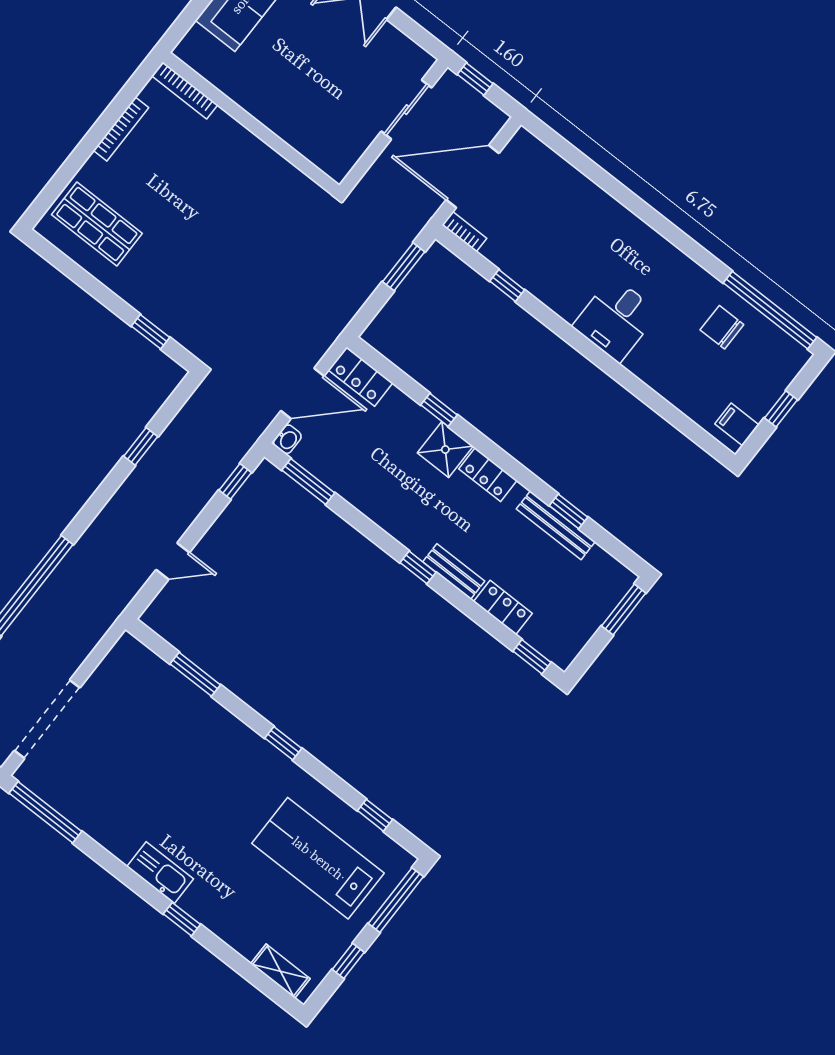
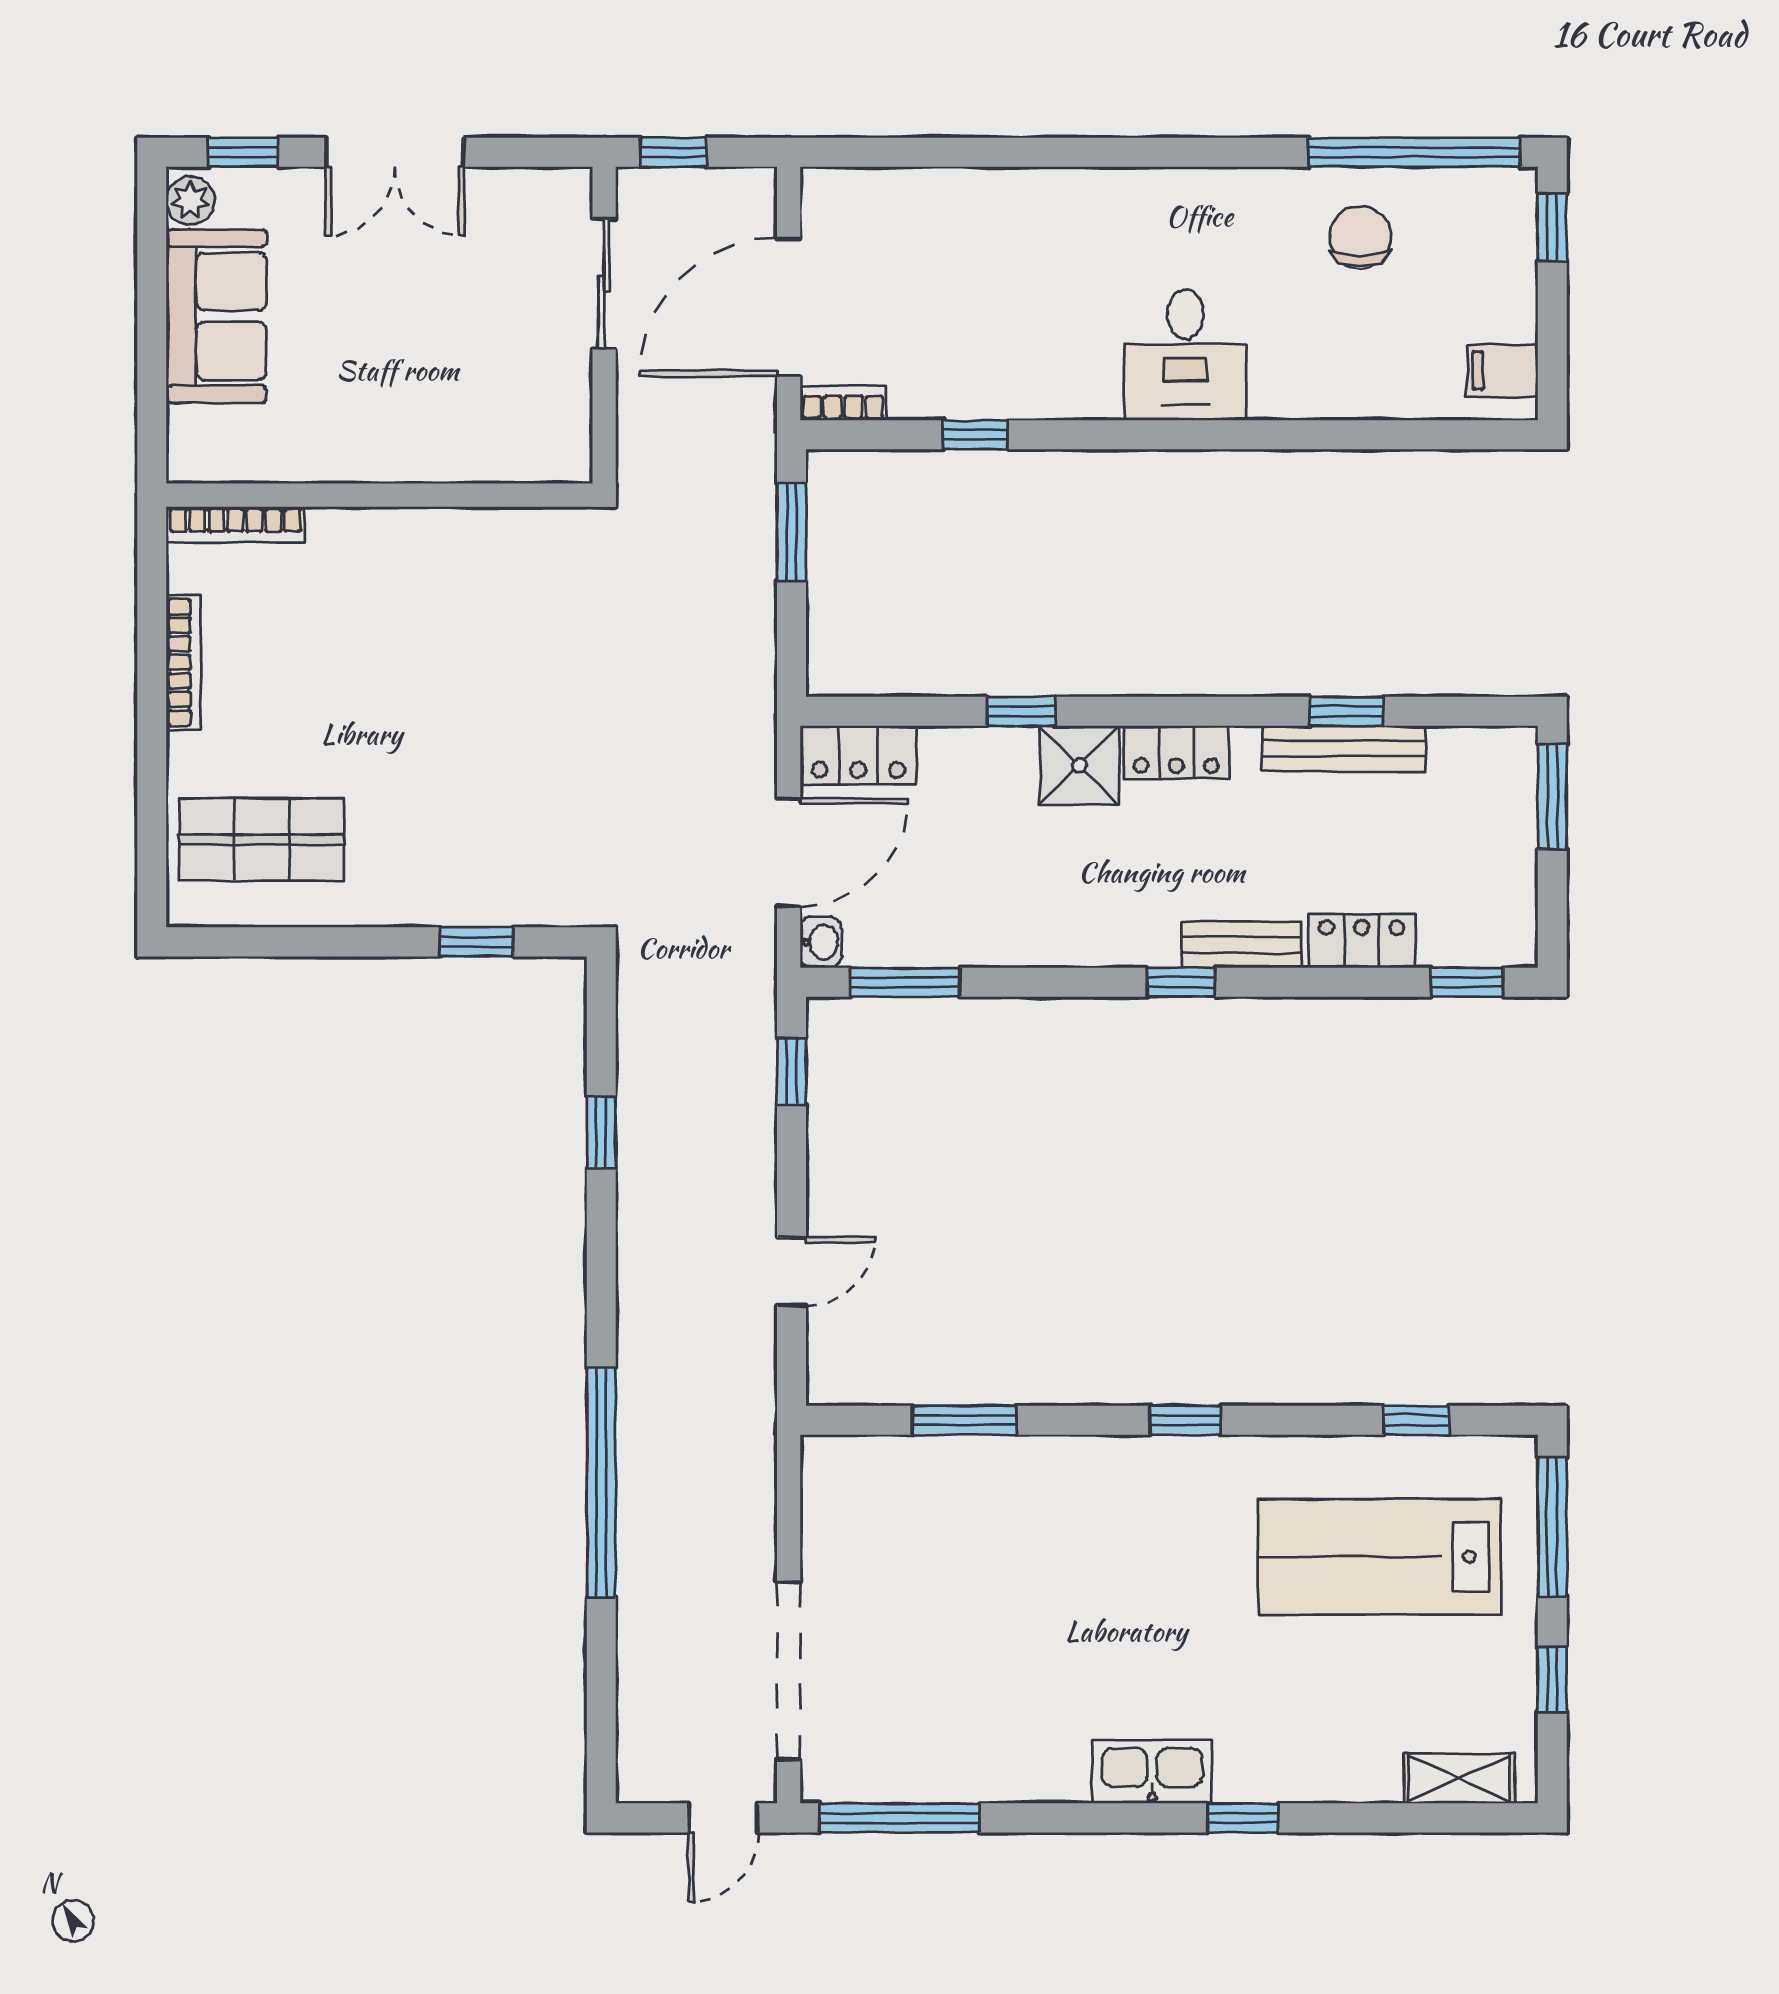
chair: (722, 327) -> (1360, 237), turned 90
window: (781, 409) -> (1552, 227), moved

